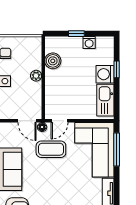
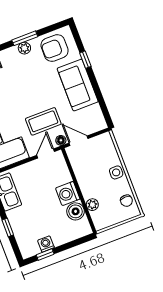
window: (76, 34) -> (45, 254), moved
washing machine: (105, 74) -> (68, 194), moved, turned 180
plant: (36, 76) -> (92, 205), moved

